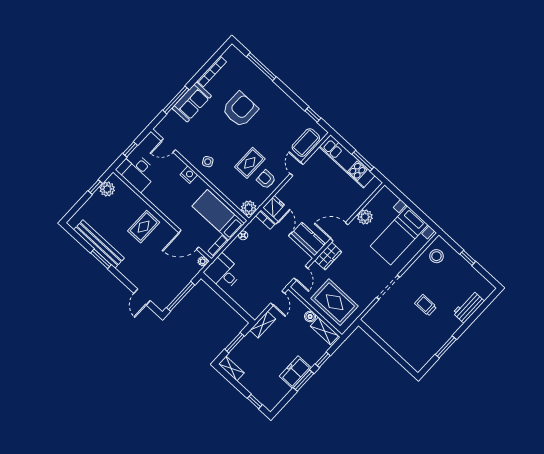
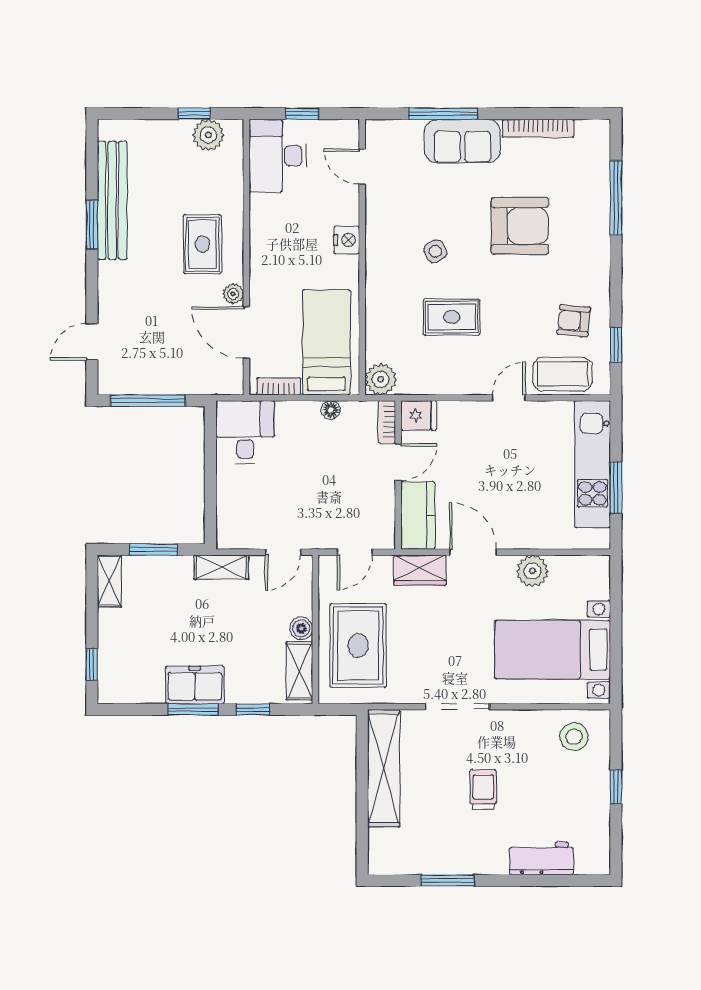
side table: (208, 162) -> (435, 251), moved
armchair: (266, 179) -> (574, 321), moved, turned -85
rug: (144, 227) -> (202, 244), turned 90
plant: (203, 261) -> (233, 294), moved
shelving: (386, 333) -> (384, 768), added

